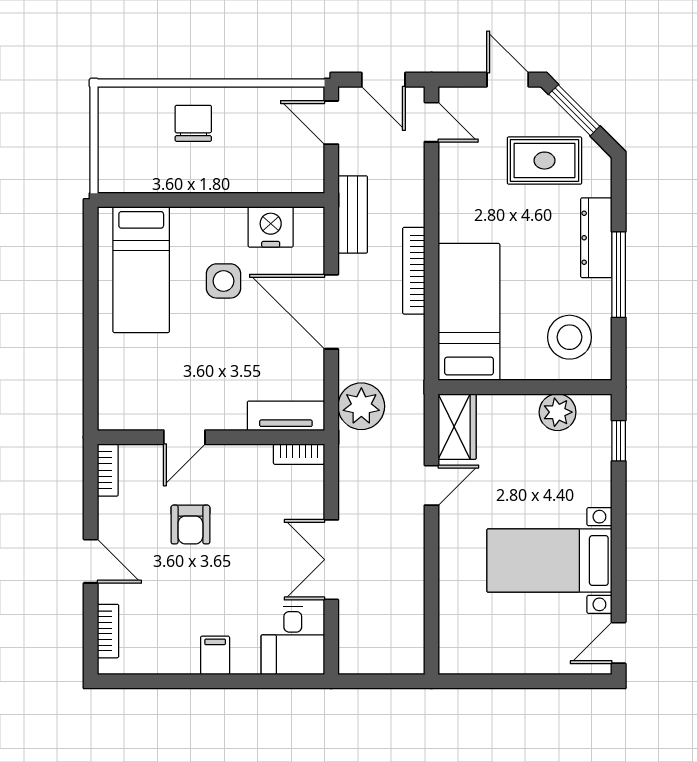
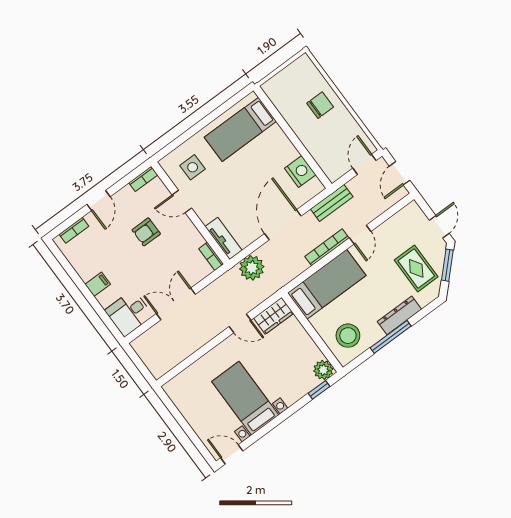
door: (432, 122) -> (360, 235), moved
side table: (223, 281) -> (193, 167), moved
plant: (558, 412) -> (323, 370), moved

